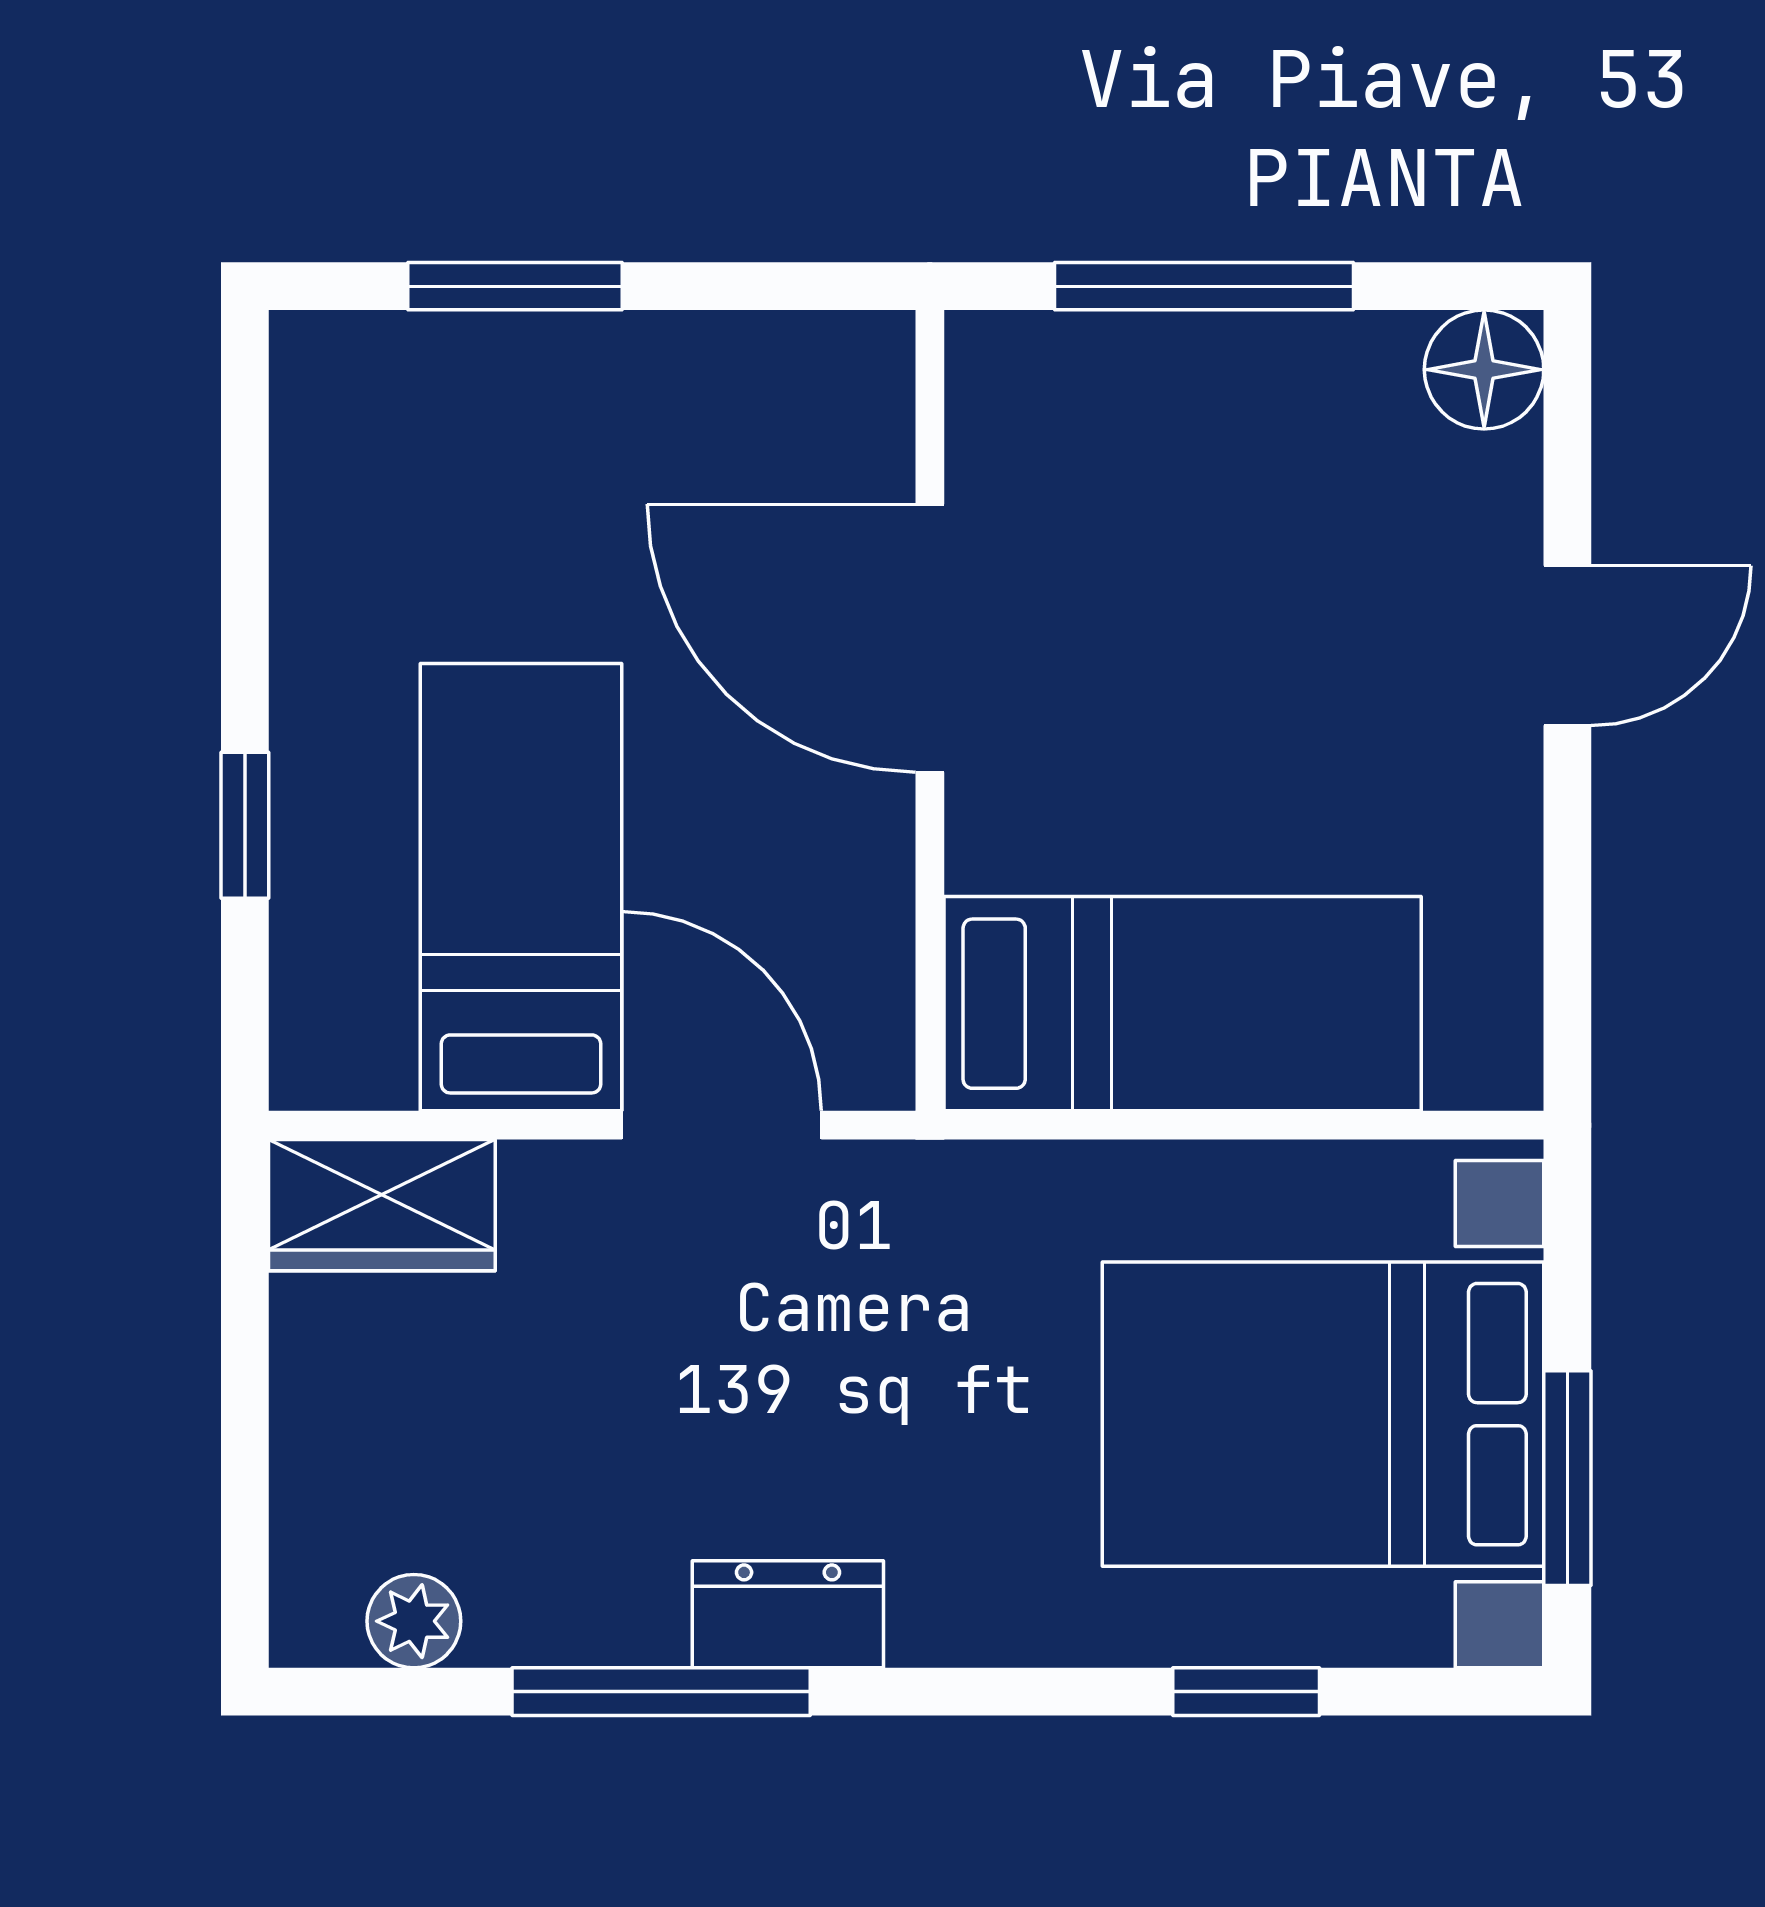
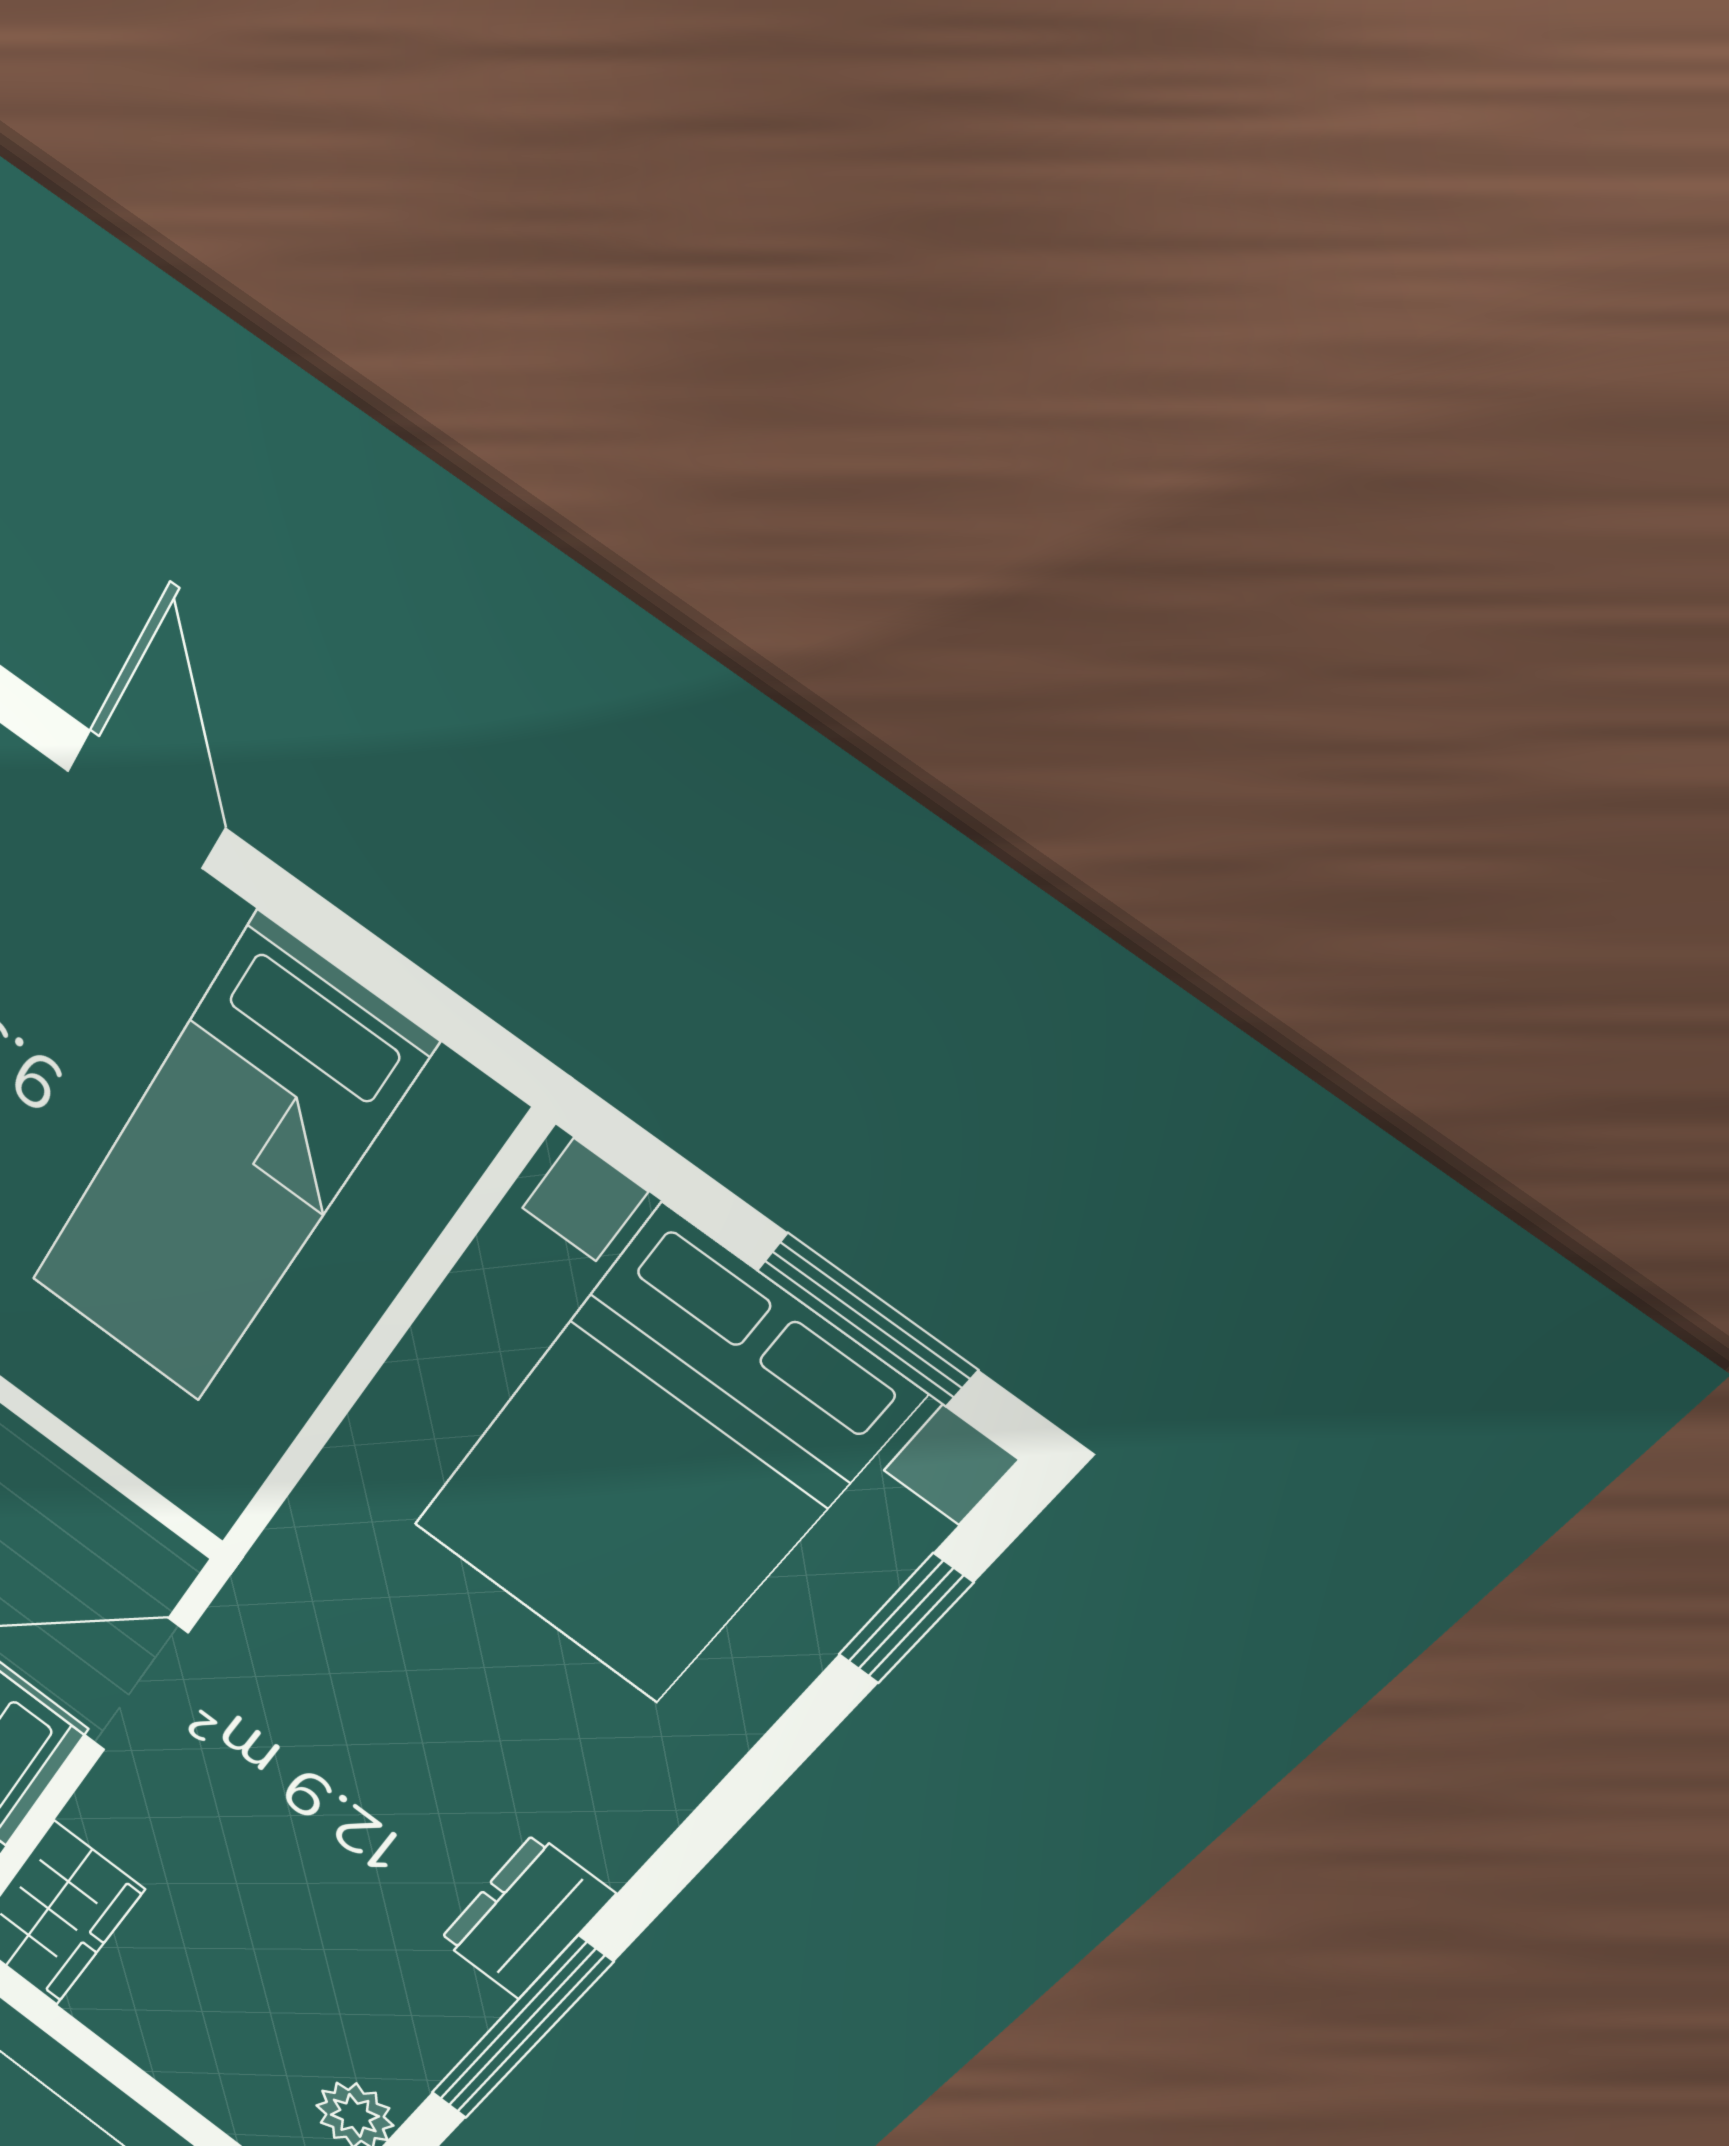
bed: (1183, 1004) -> (226, 1166), moved, turned 180
window: (1246, 1692) -> (905, 1619), moved

